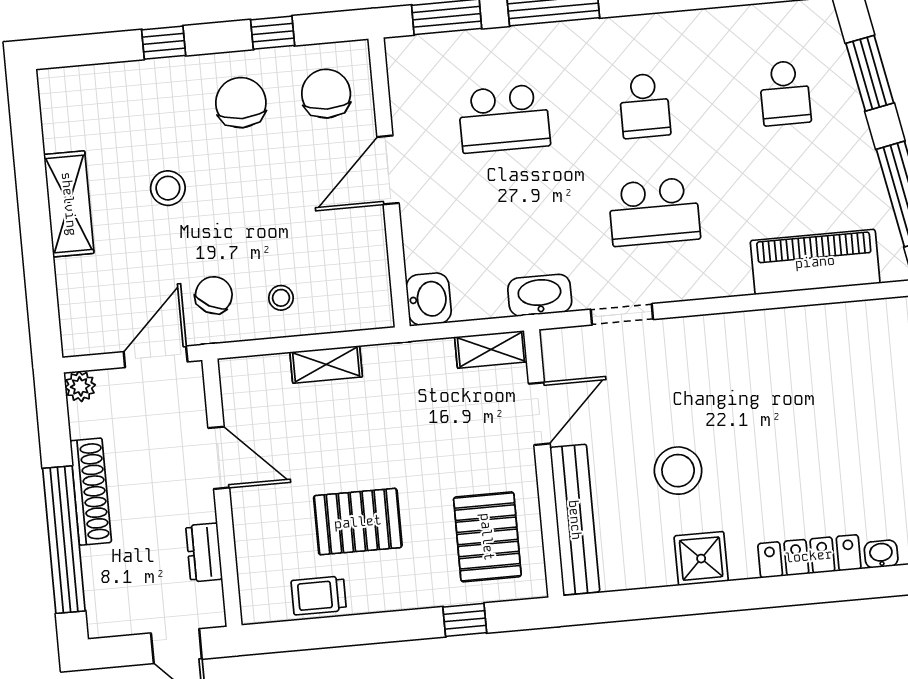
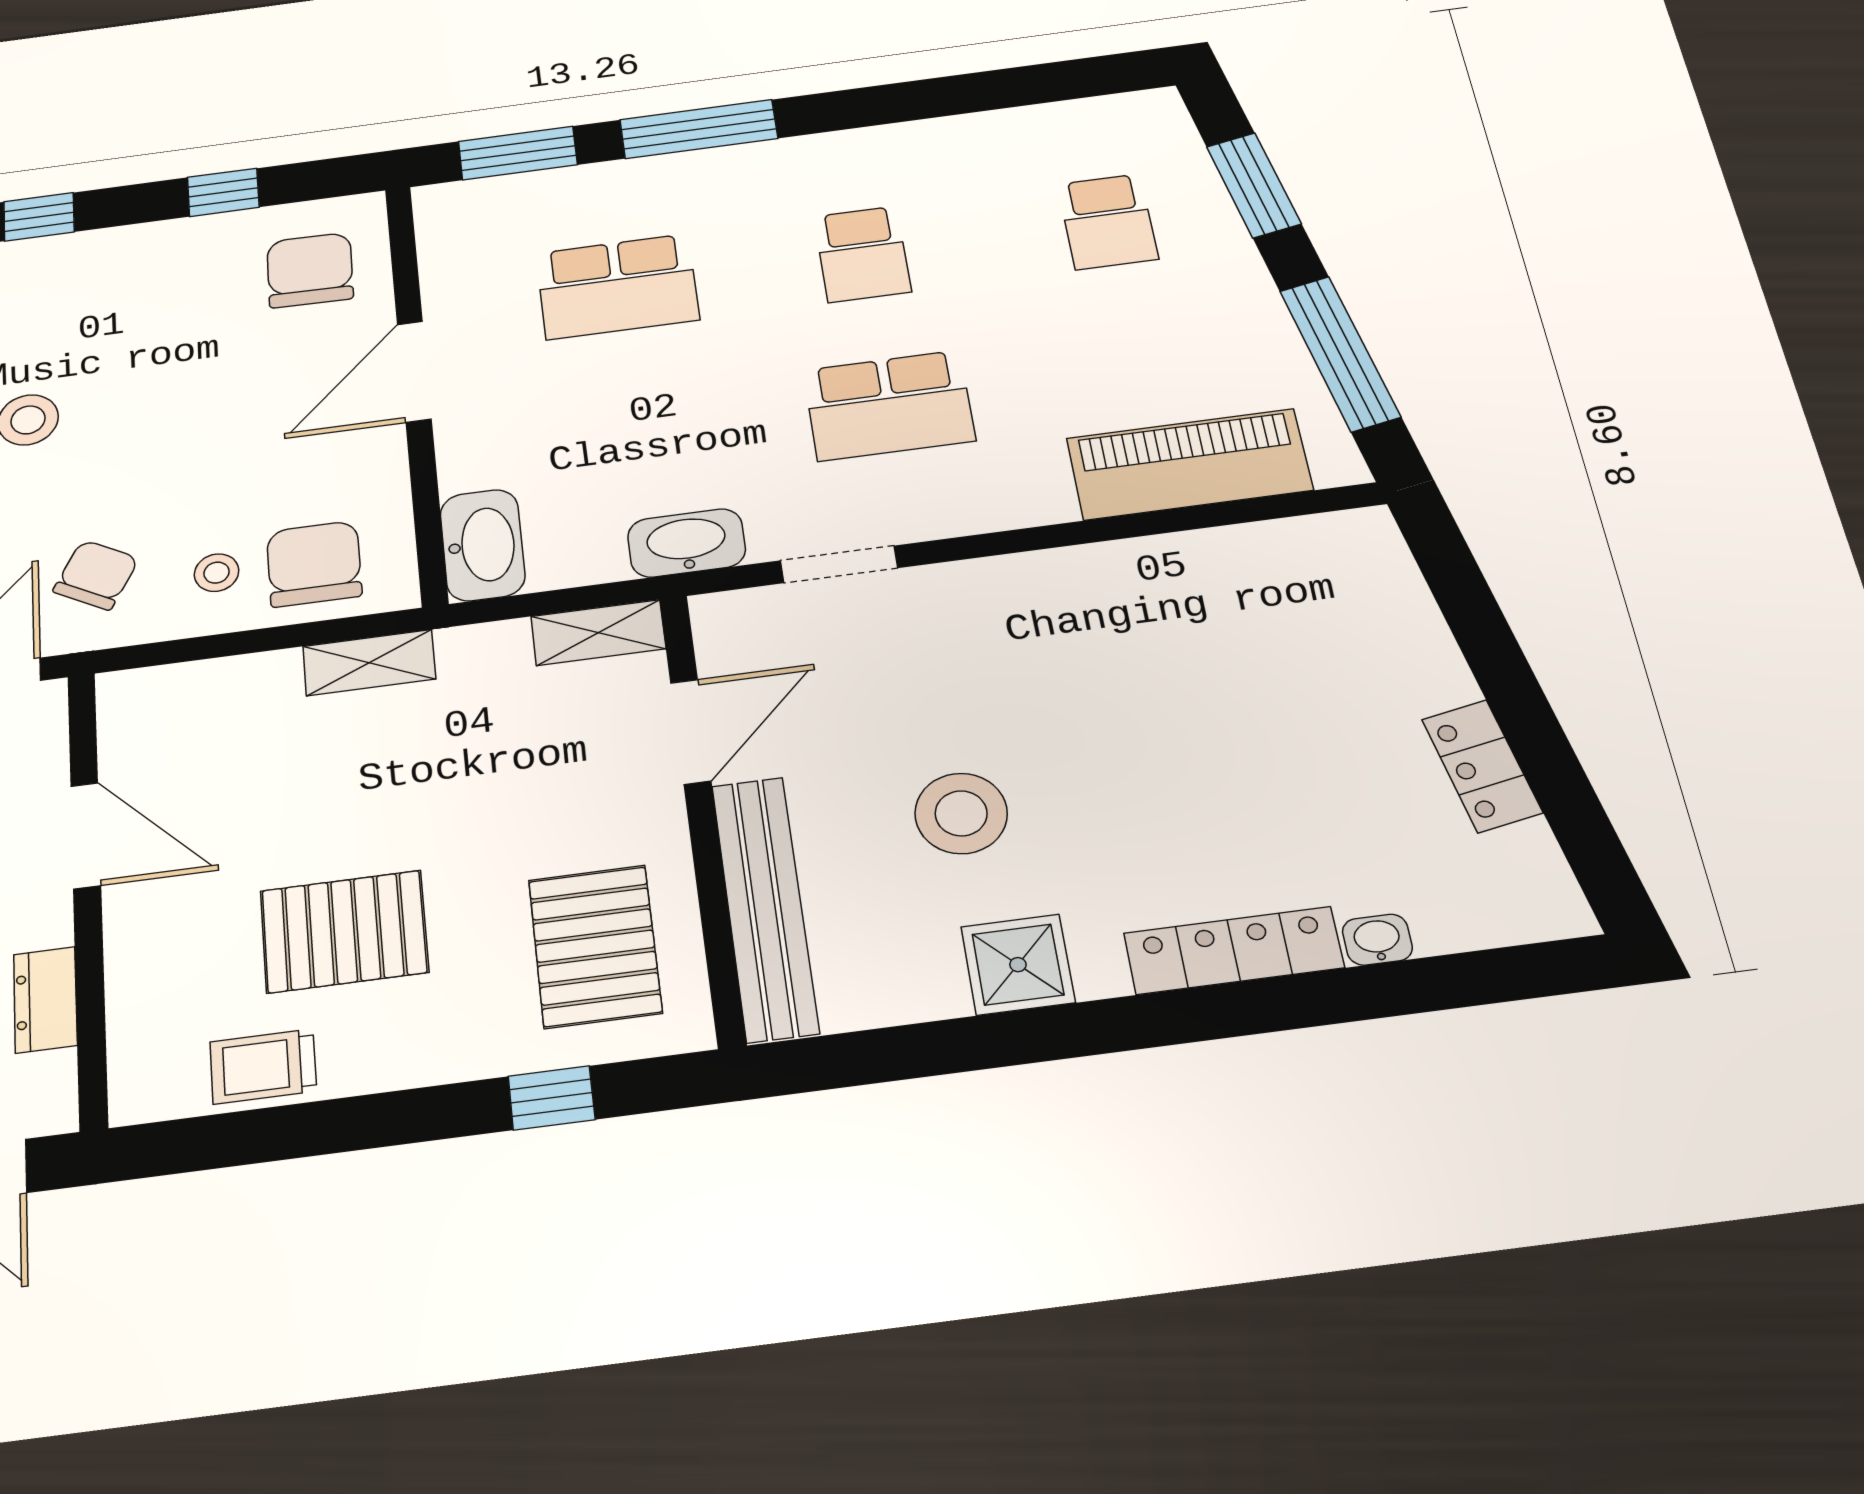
chair: (241, 103) -> (314, 564), moved
washbasin: (429, 299) -> (483, 545), width x1.38
shelving: (326, 364) -> (369, 663), moved

